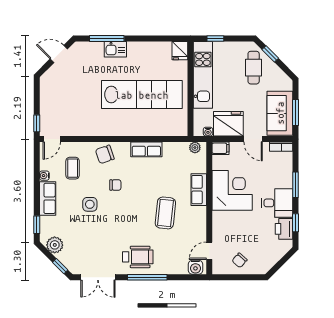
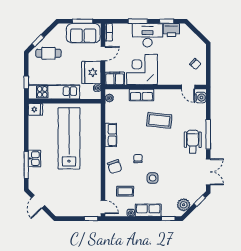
filing cabinet: (221, 148) -> (115, 78), width x2.00
desk: (277, 203) -> (148, 35), width x1.37

